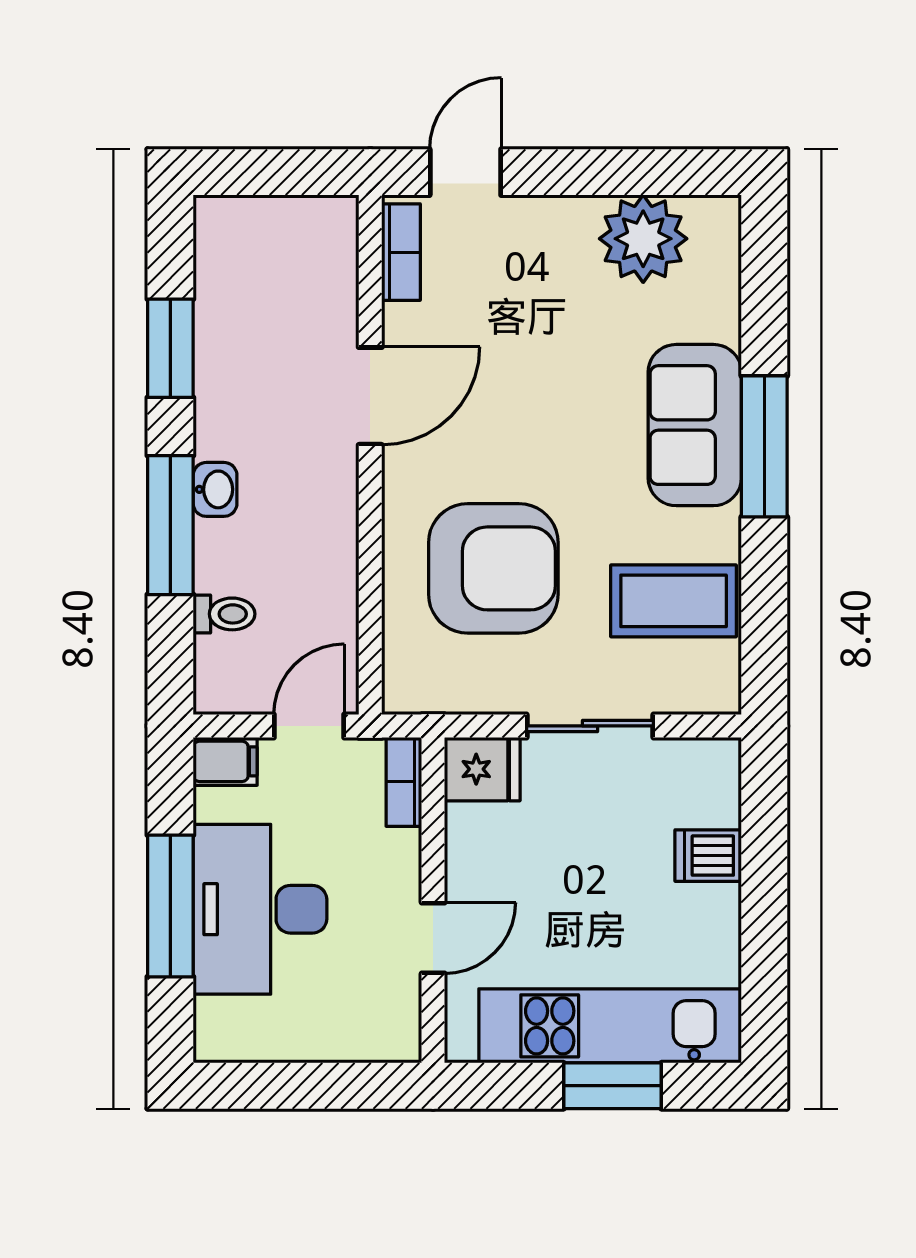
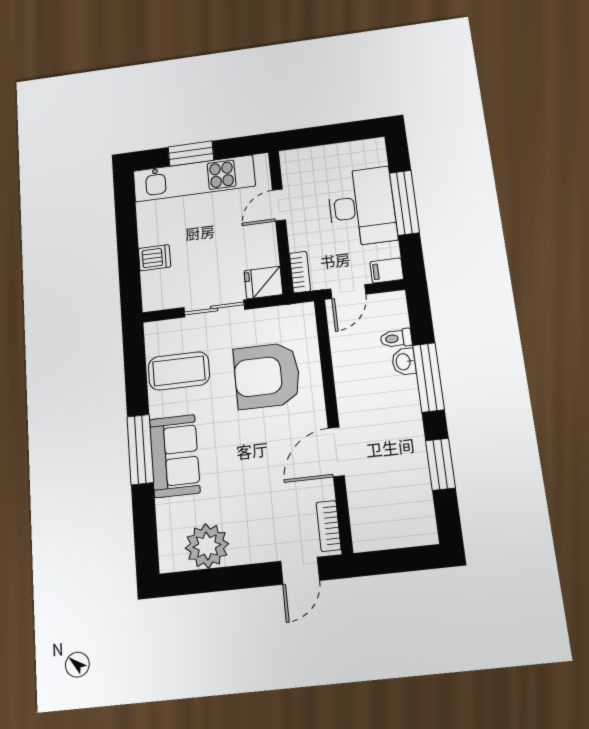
washbasin: (215, 489) -> (404, 362), moved

